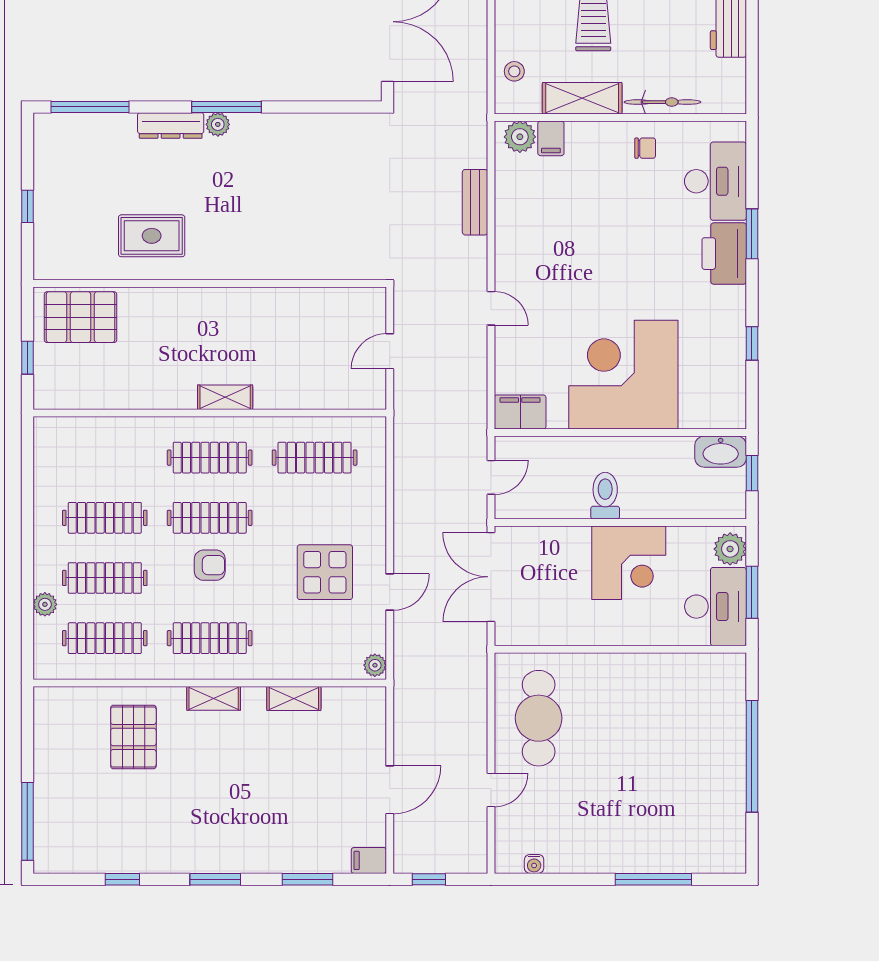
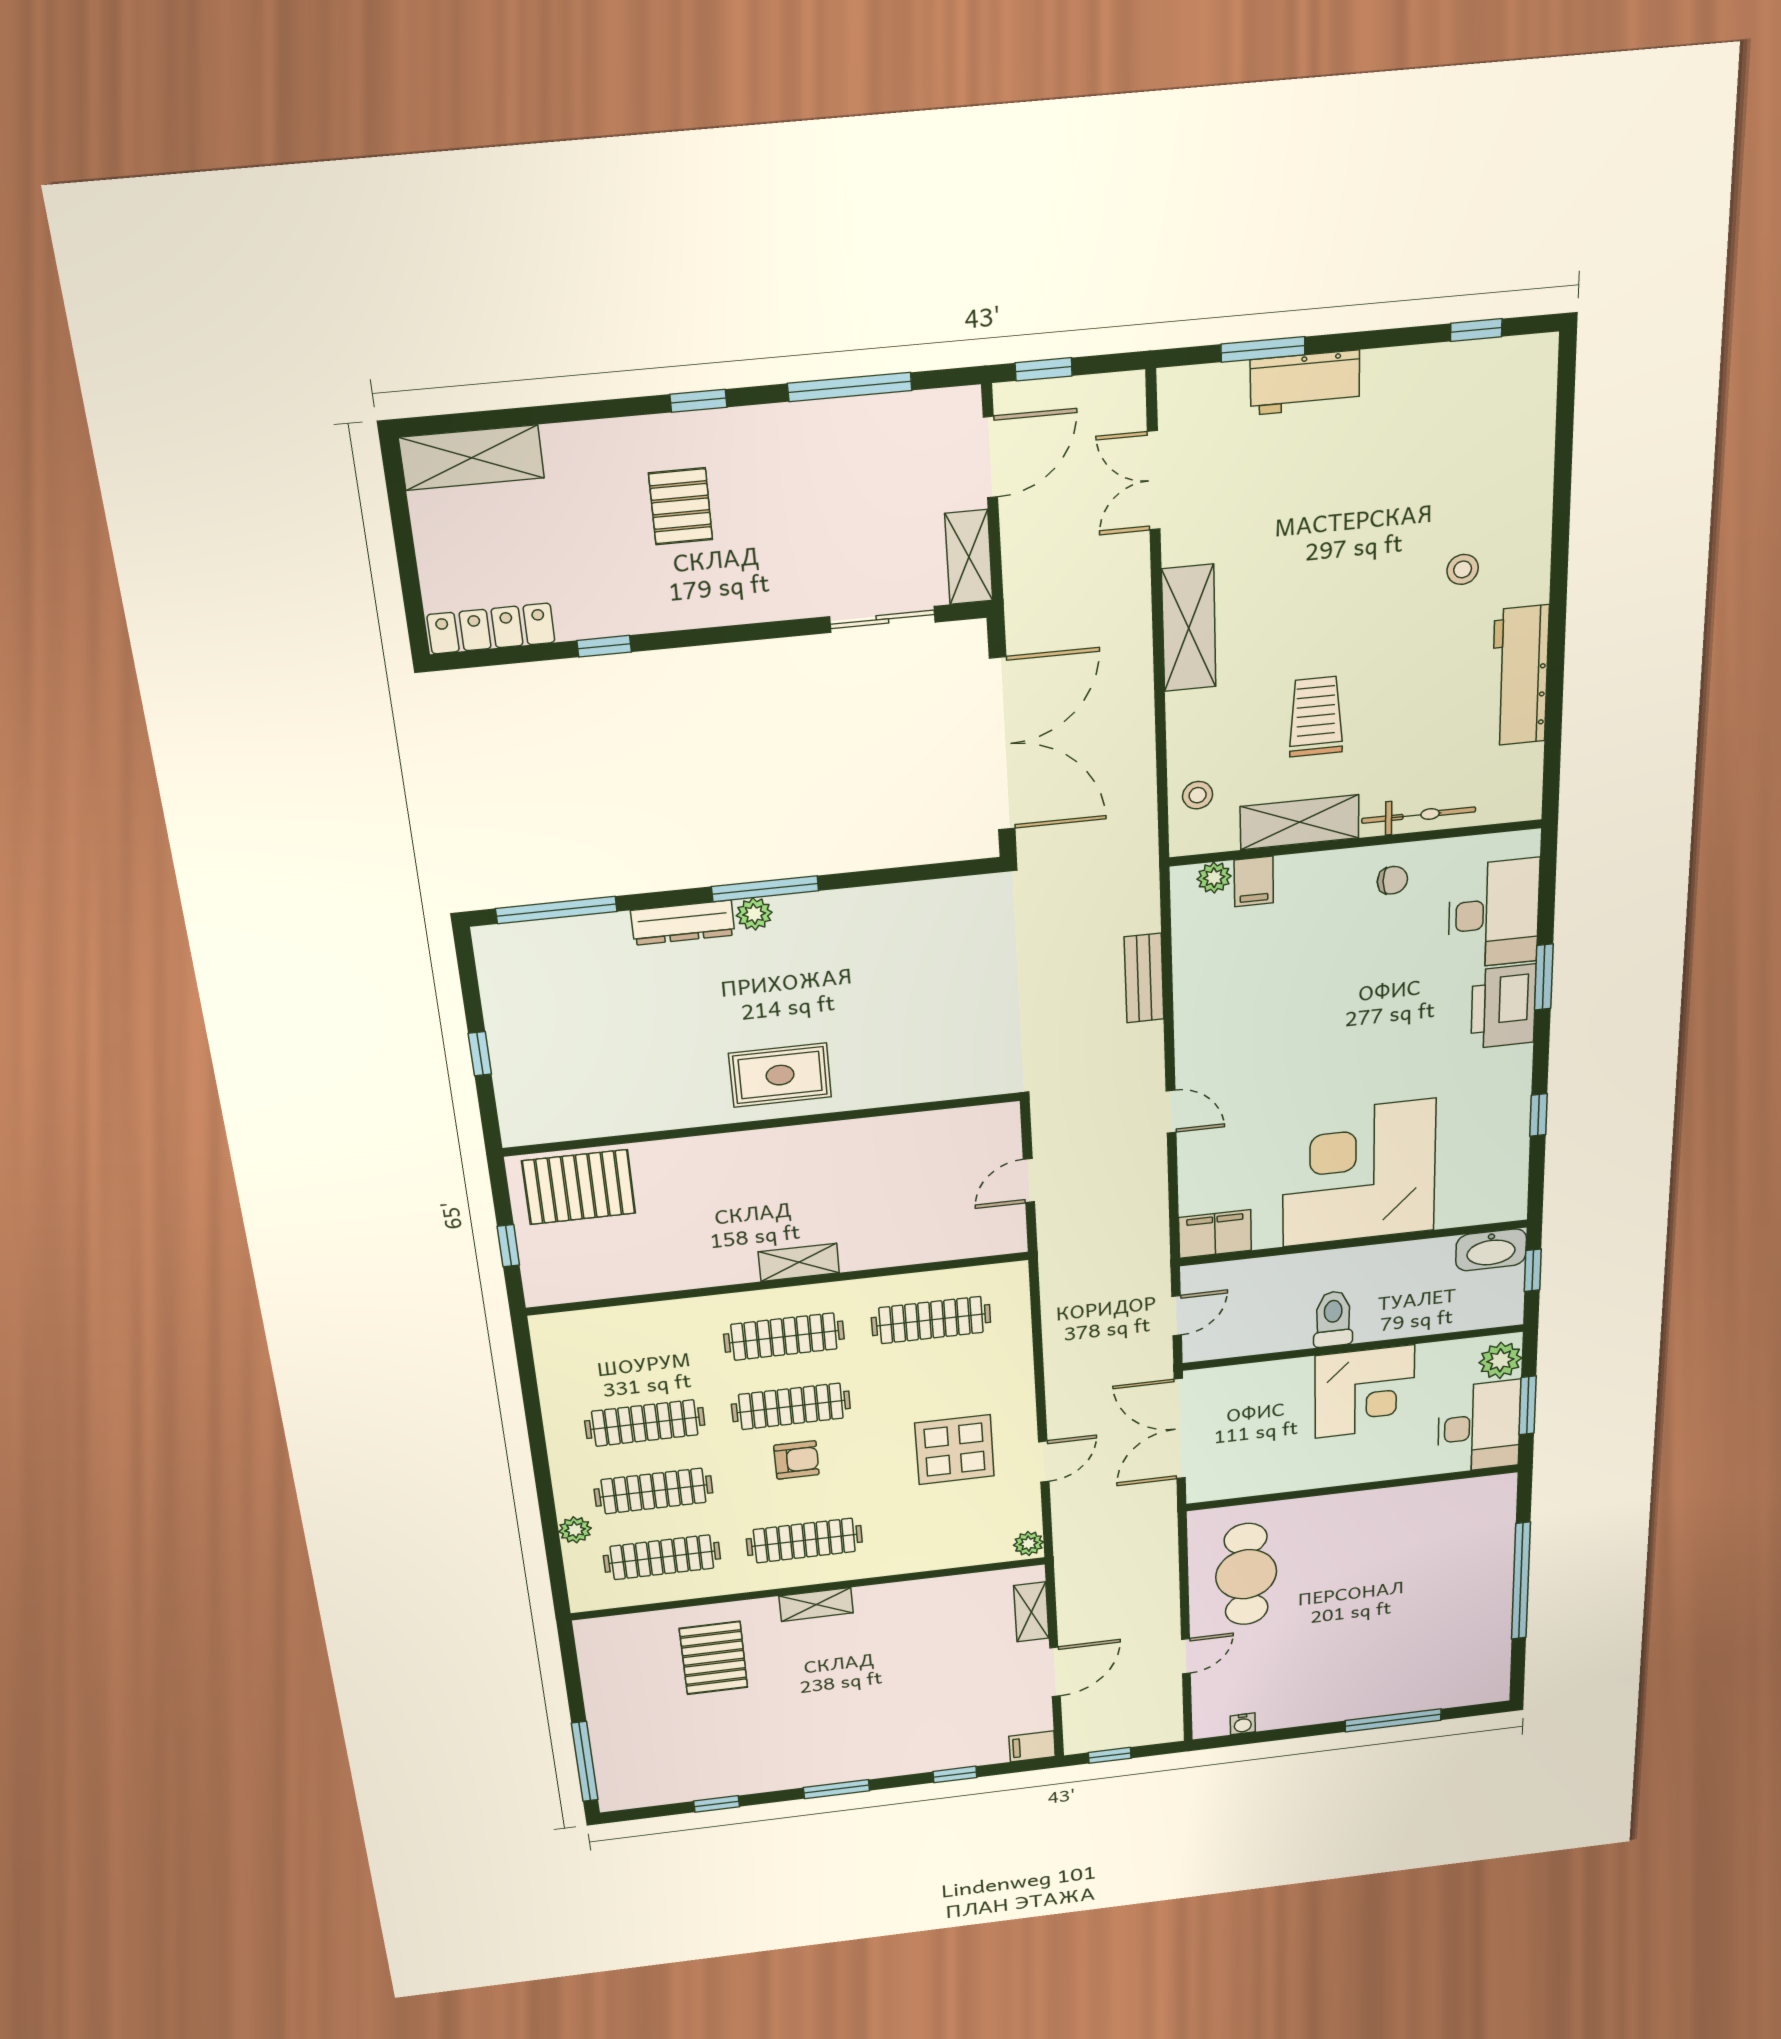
plant: (520, 137) -> (1214, 878), width x0.73, depth x0.73
rug: (152, 236) -> (780, 1075), moved
shelving: (294, 698) -> (1031, 1612), moved, turned 90
window: (308, 879) -> (955, 1774), width x0.67

